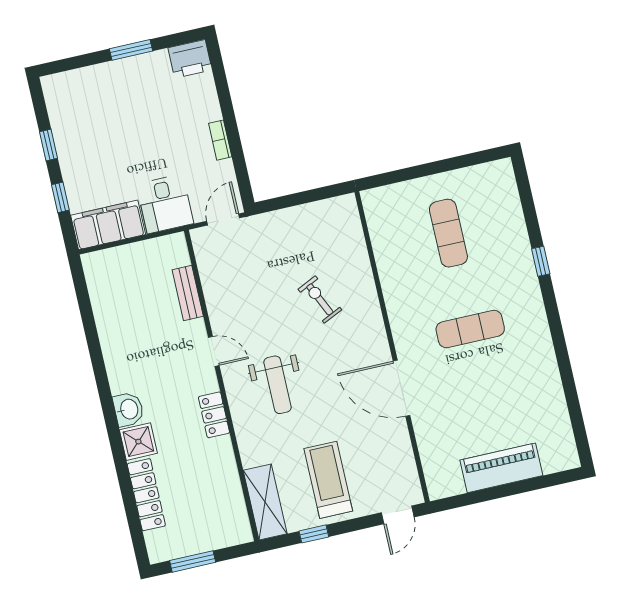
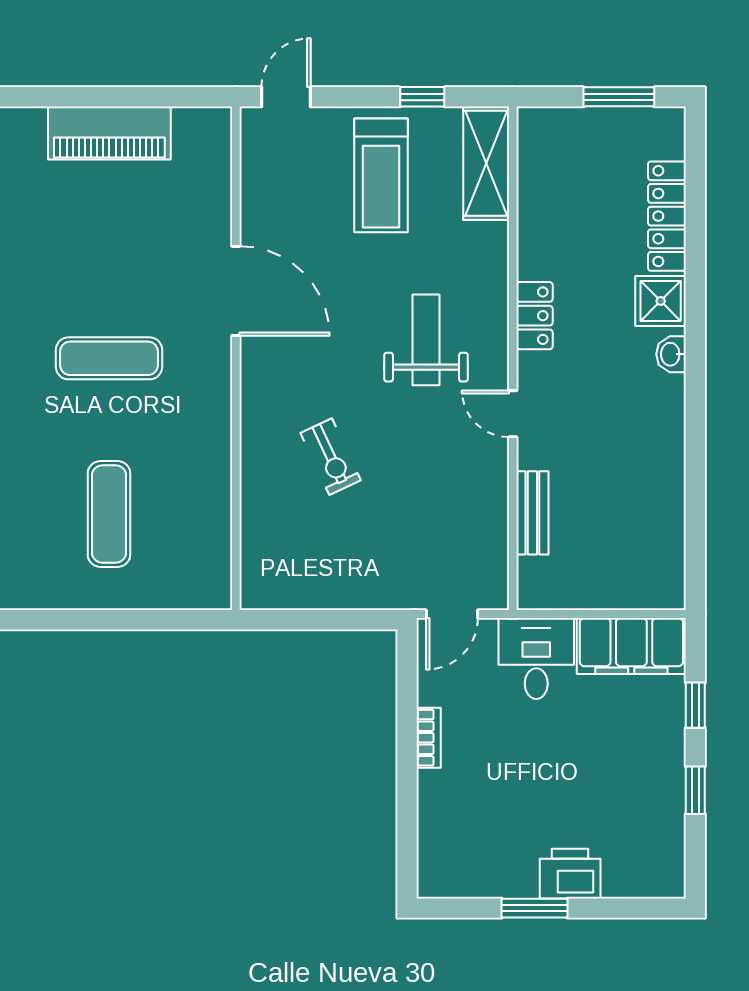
printer: (190, 59) -> (570, 874), moved
washbasin: (128, 409) -> (671, 354), width x0.72, depth x0.69

